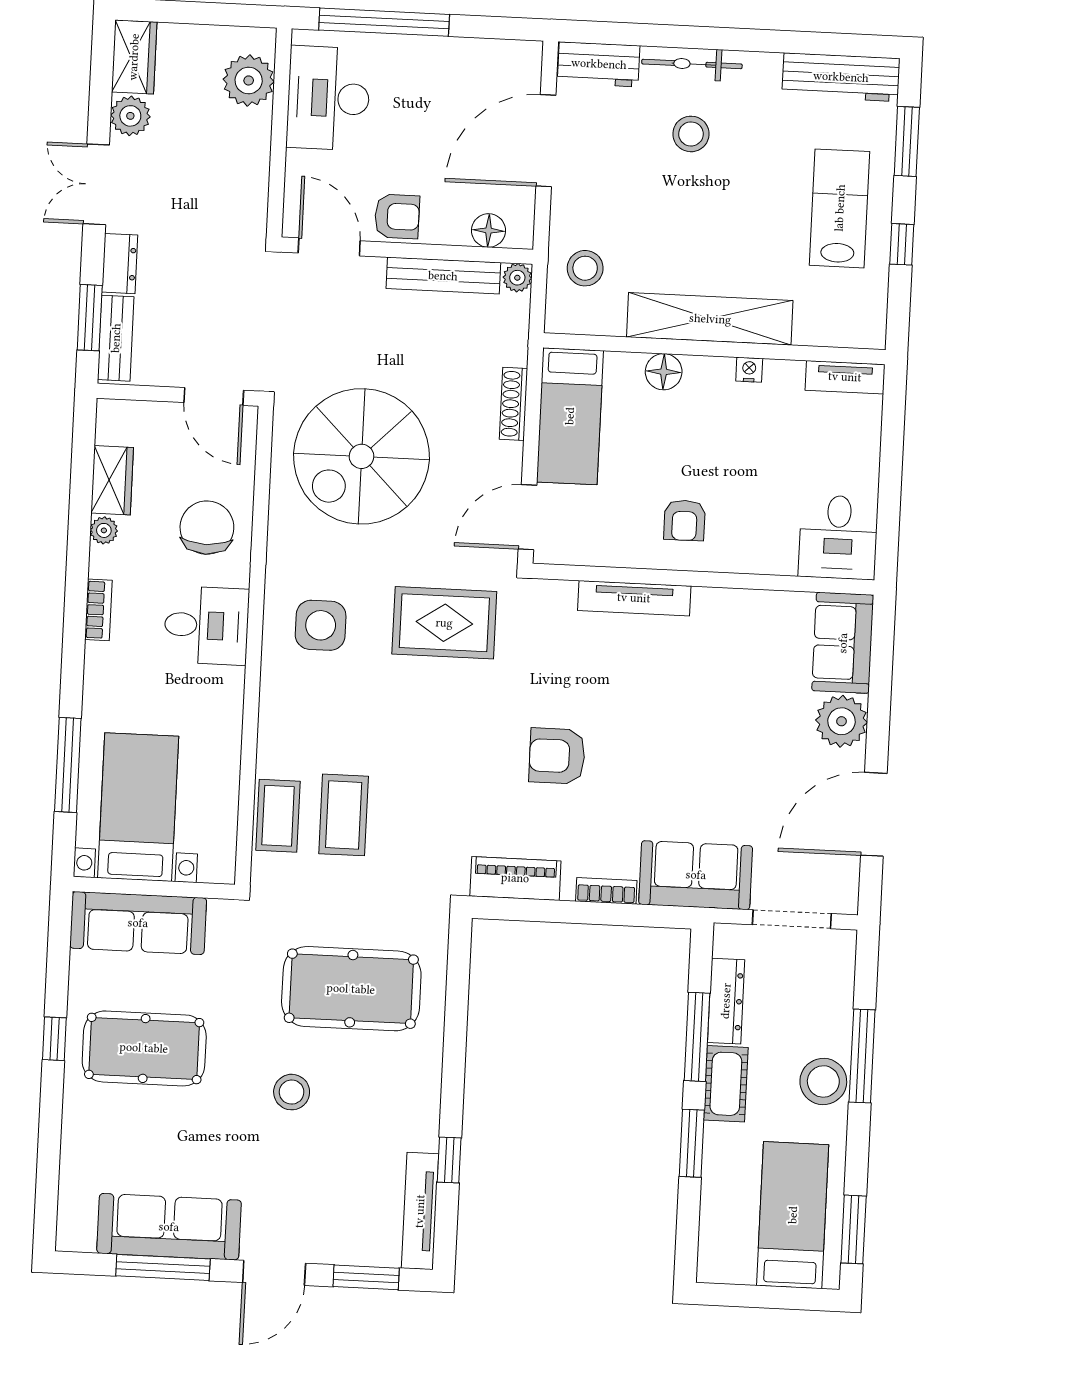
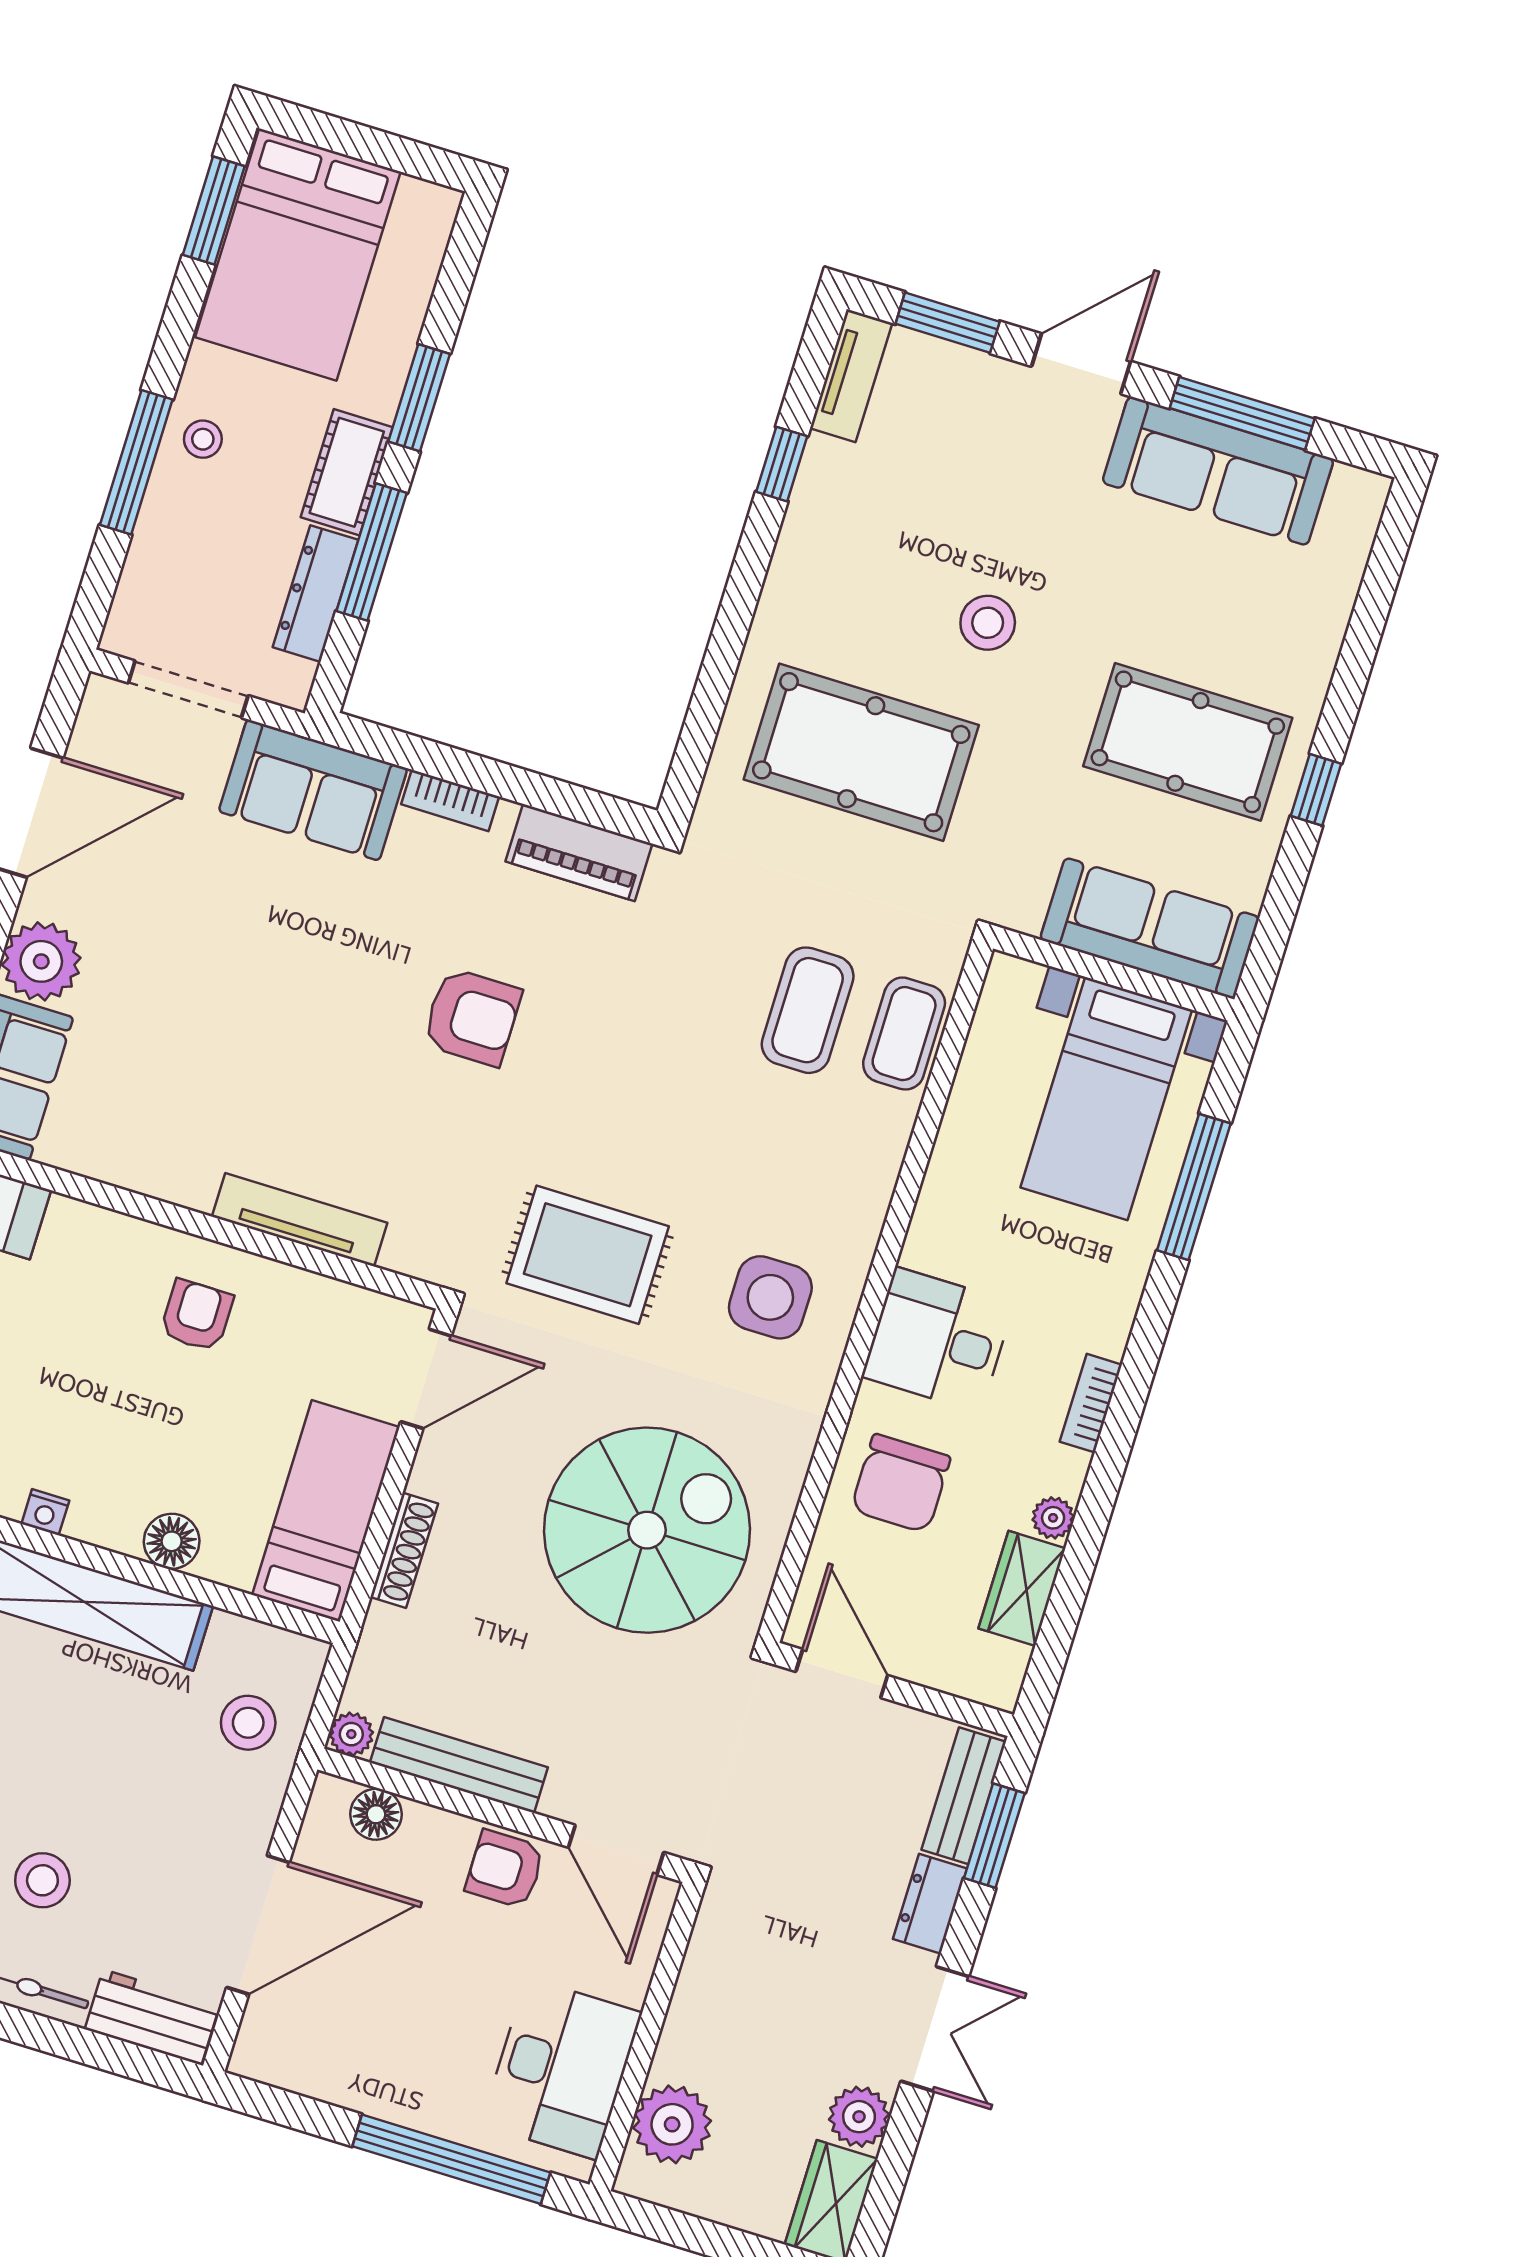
stool: (823, 1081) -> (203, 439), width x0.53, depth x0.53
tv unit: (420, 1211) -> (851, 376), width x0.71
bed: (793, 1215) -> (298, 254), width x1.50

